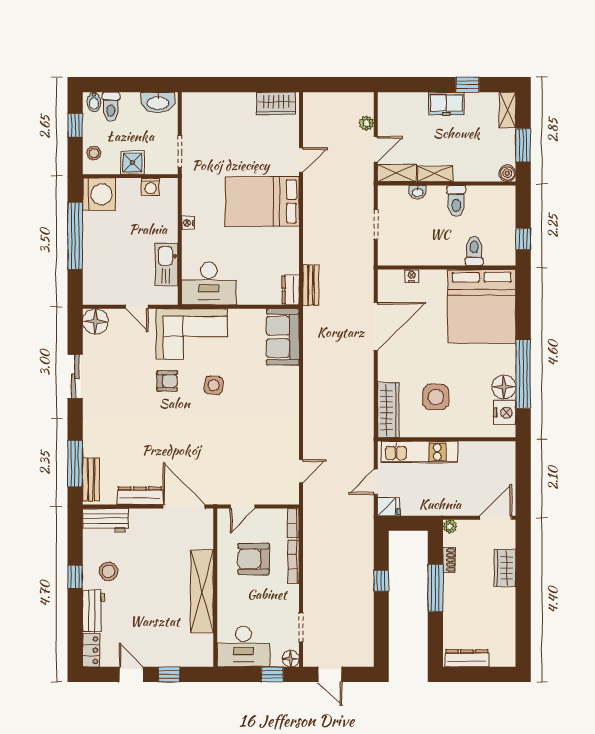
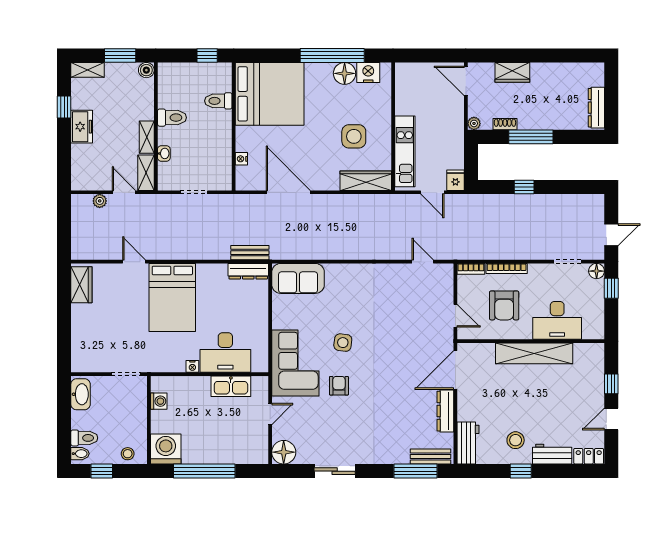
shower: (132, 162) -> (136, 418), removed
desk: (209, 283) -> (225, 352), moved, turned 90
dresser: (291, 290) -> (248, 271), width x1.44
desk: (243, 646) -> (557, 320), moved, turned 90

